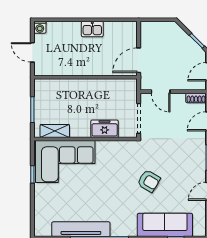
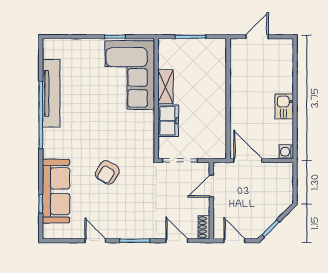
washing machine: (40, 27) -> (286, 152), moved
shelving: (55, 131) -> (165, 87), moved

